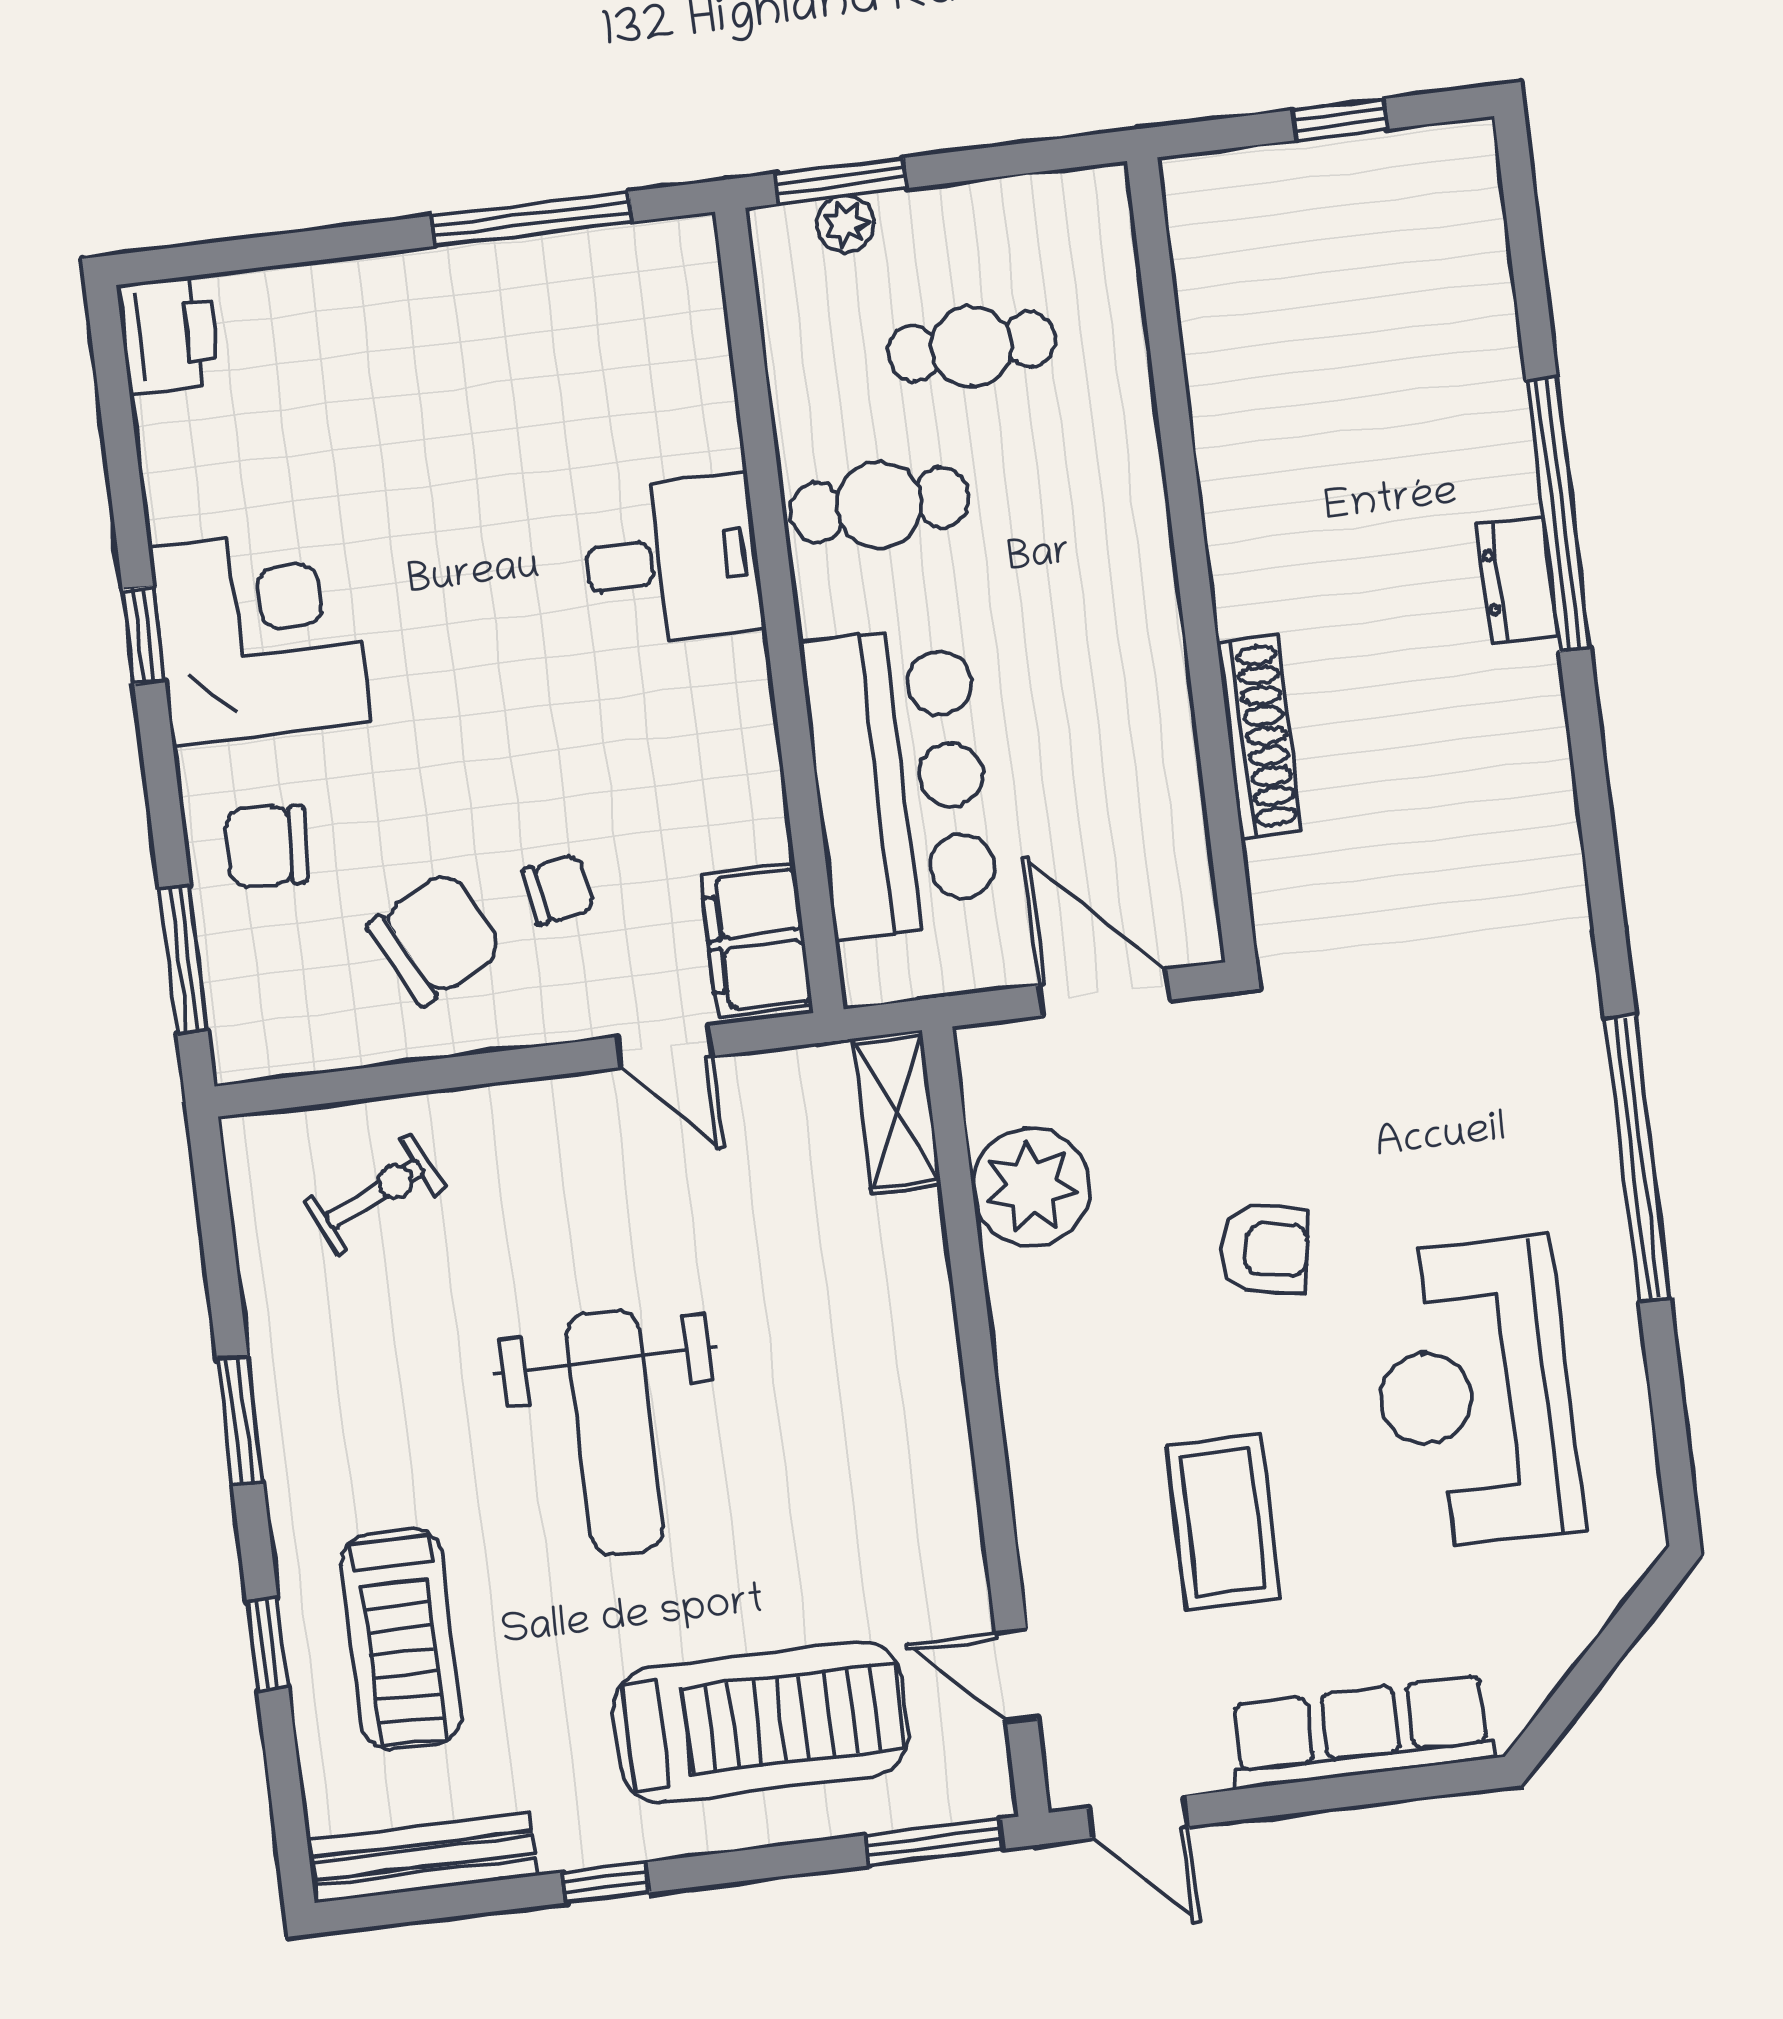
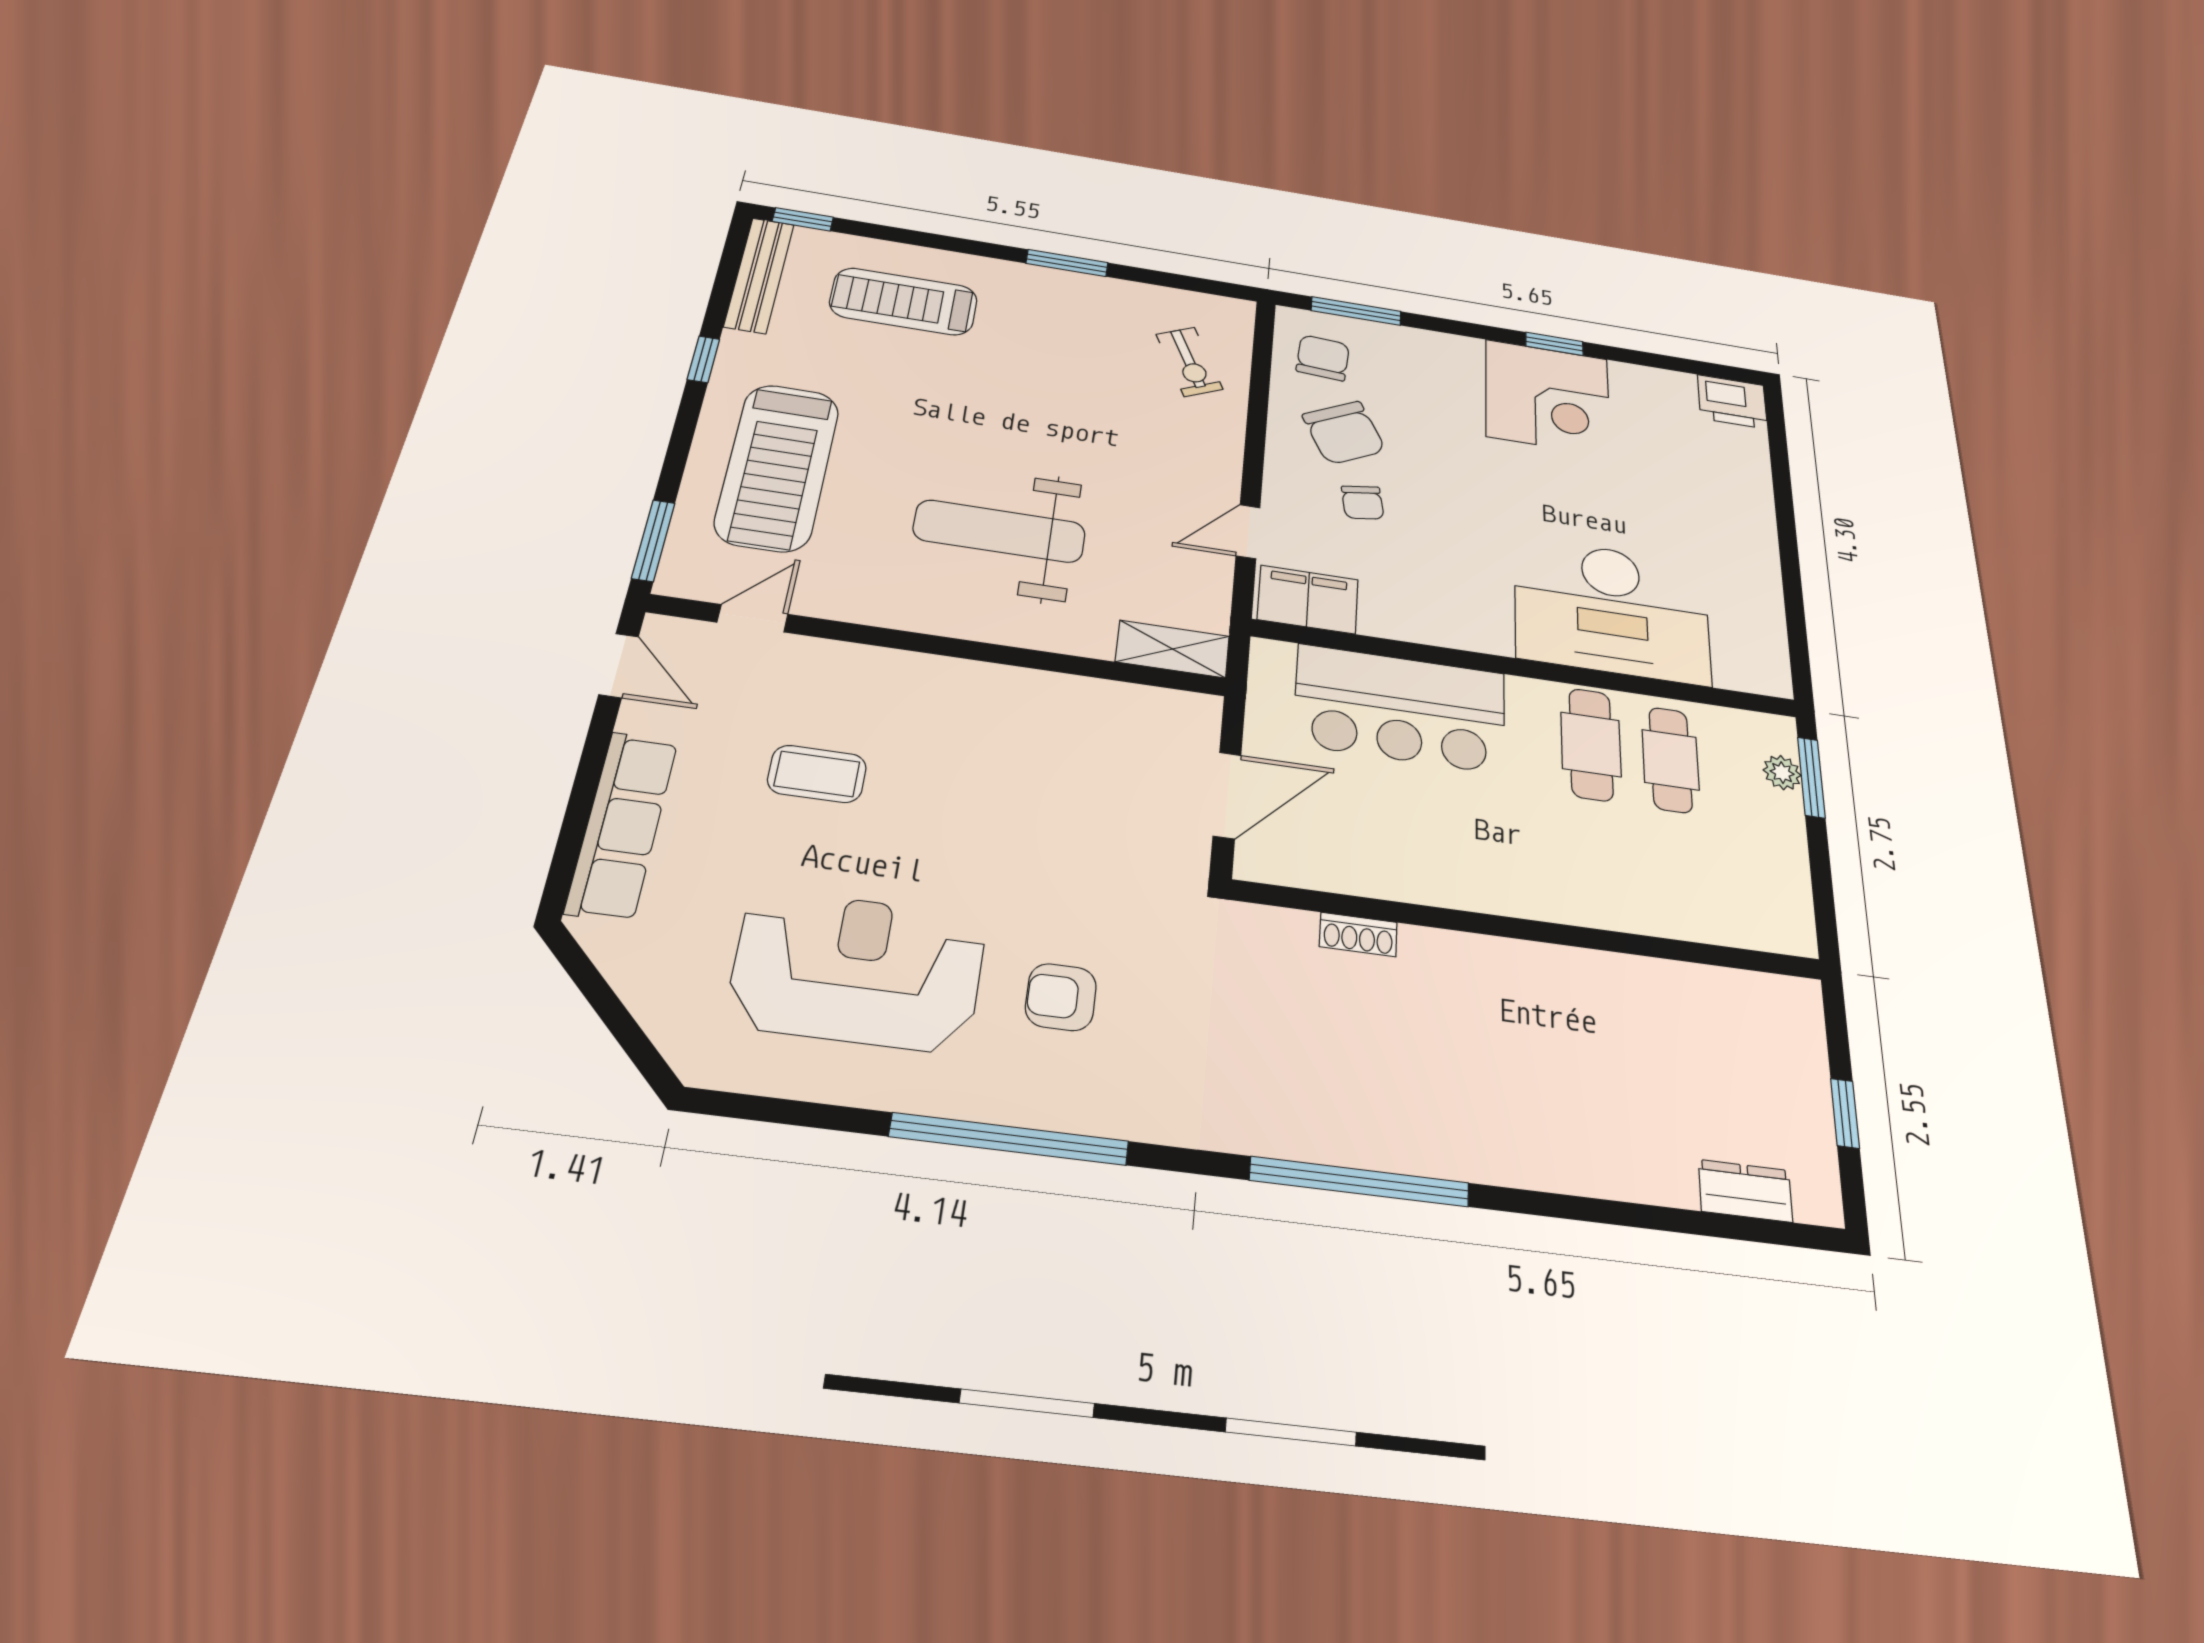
window: (532, 219) -> (1794, 599), removed
cafe table: (972, 346) -> (1670, 760), moved
window: (1558, 515) -> (1360, 1182), moved
desk: (672, 560) -> (1612, 610), width x1.87, depth x1.30
dresser: (1517, 580) -> (1745, 1191), moved
shoe rack: (1259, 737) -> (1358, 934), width x0.51, depth x0.81
chair: (267, 846) -> (1323, 358), moved
plant: (1031, 1187) -> (1099, 715), removed
armchair: (1264, 1249) -> (1061, 997), moved, turned 80
weight bench: (615, 1432) -> (999, 531), moved
coffee table: (1223, 1522) -> (817, 774), width x0.73, depth x0.77
window: (268, 1644) -> (803, 219), moved
door: (1138, 1817) -> (619, 666), swing flipped

